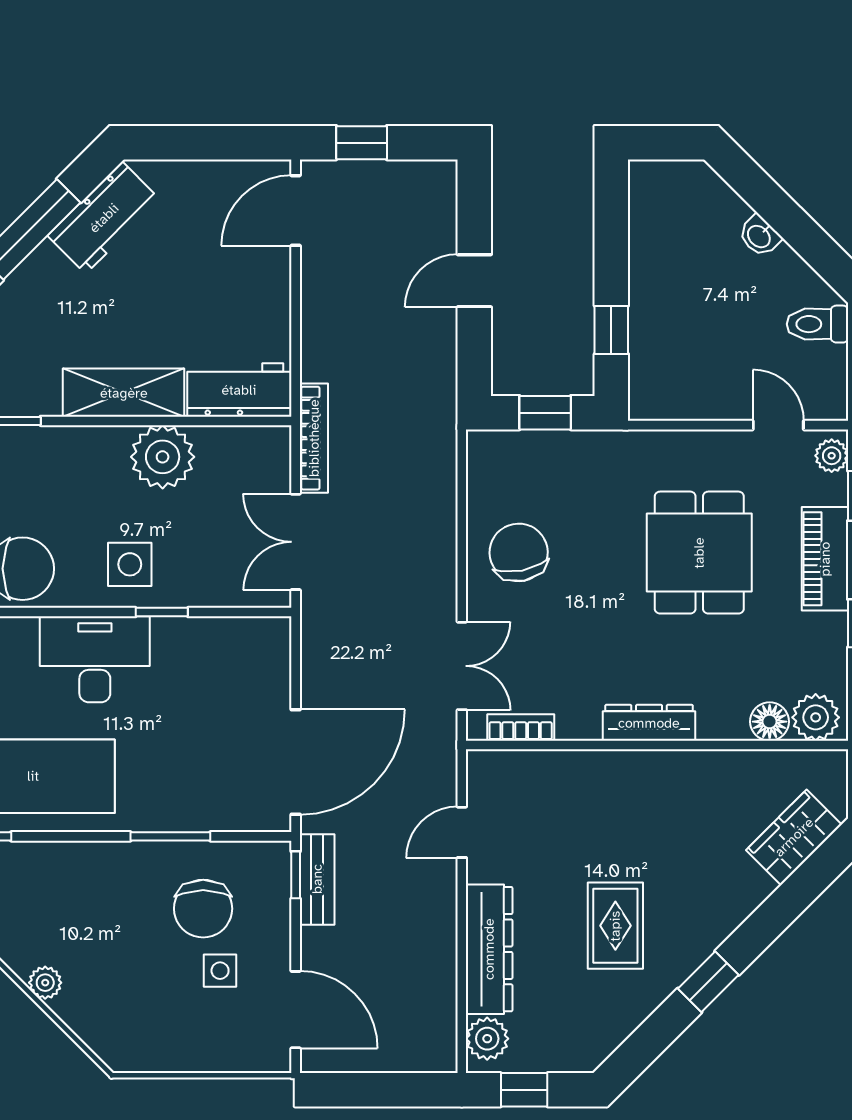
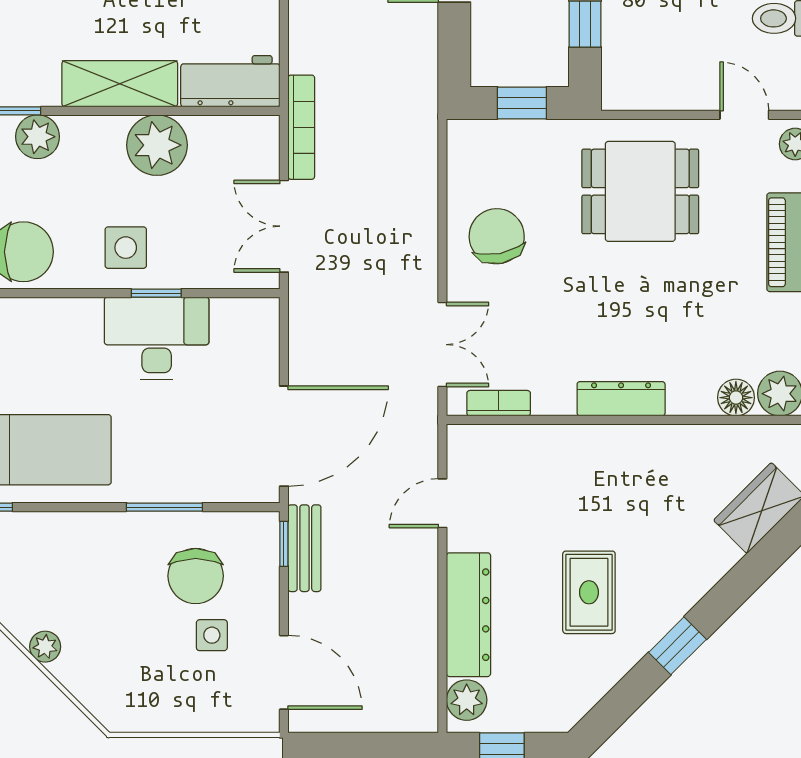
plant: (37, 448) -> (38, 137), added
dining table: (699, 553) -> (640, 191), moved, turned 90
desk: (95, 659) -> (157, 338), moved

